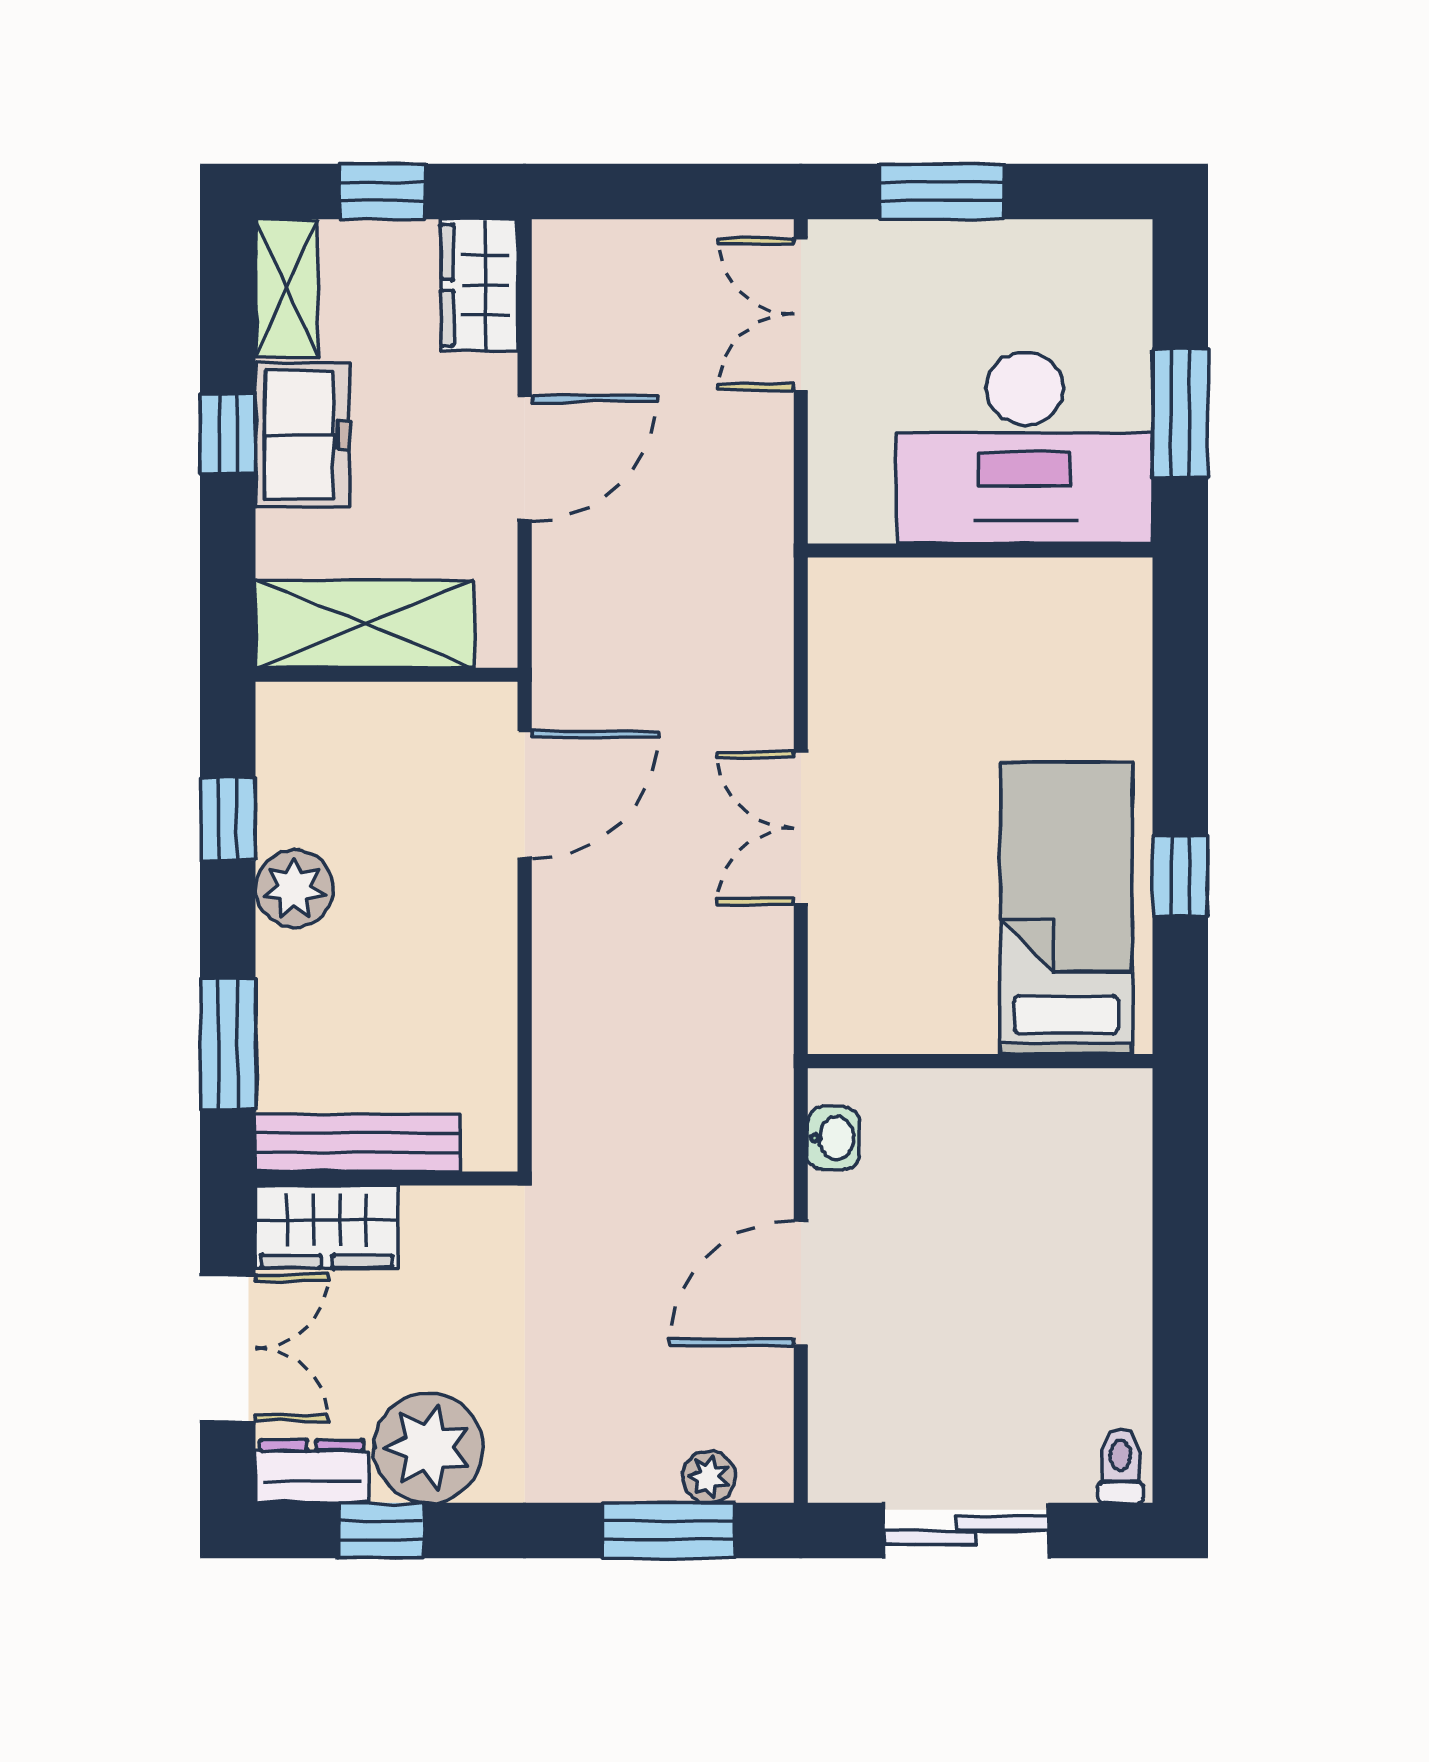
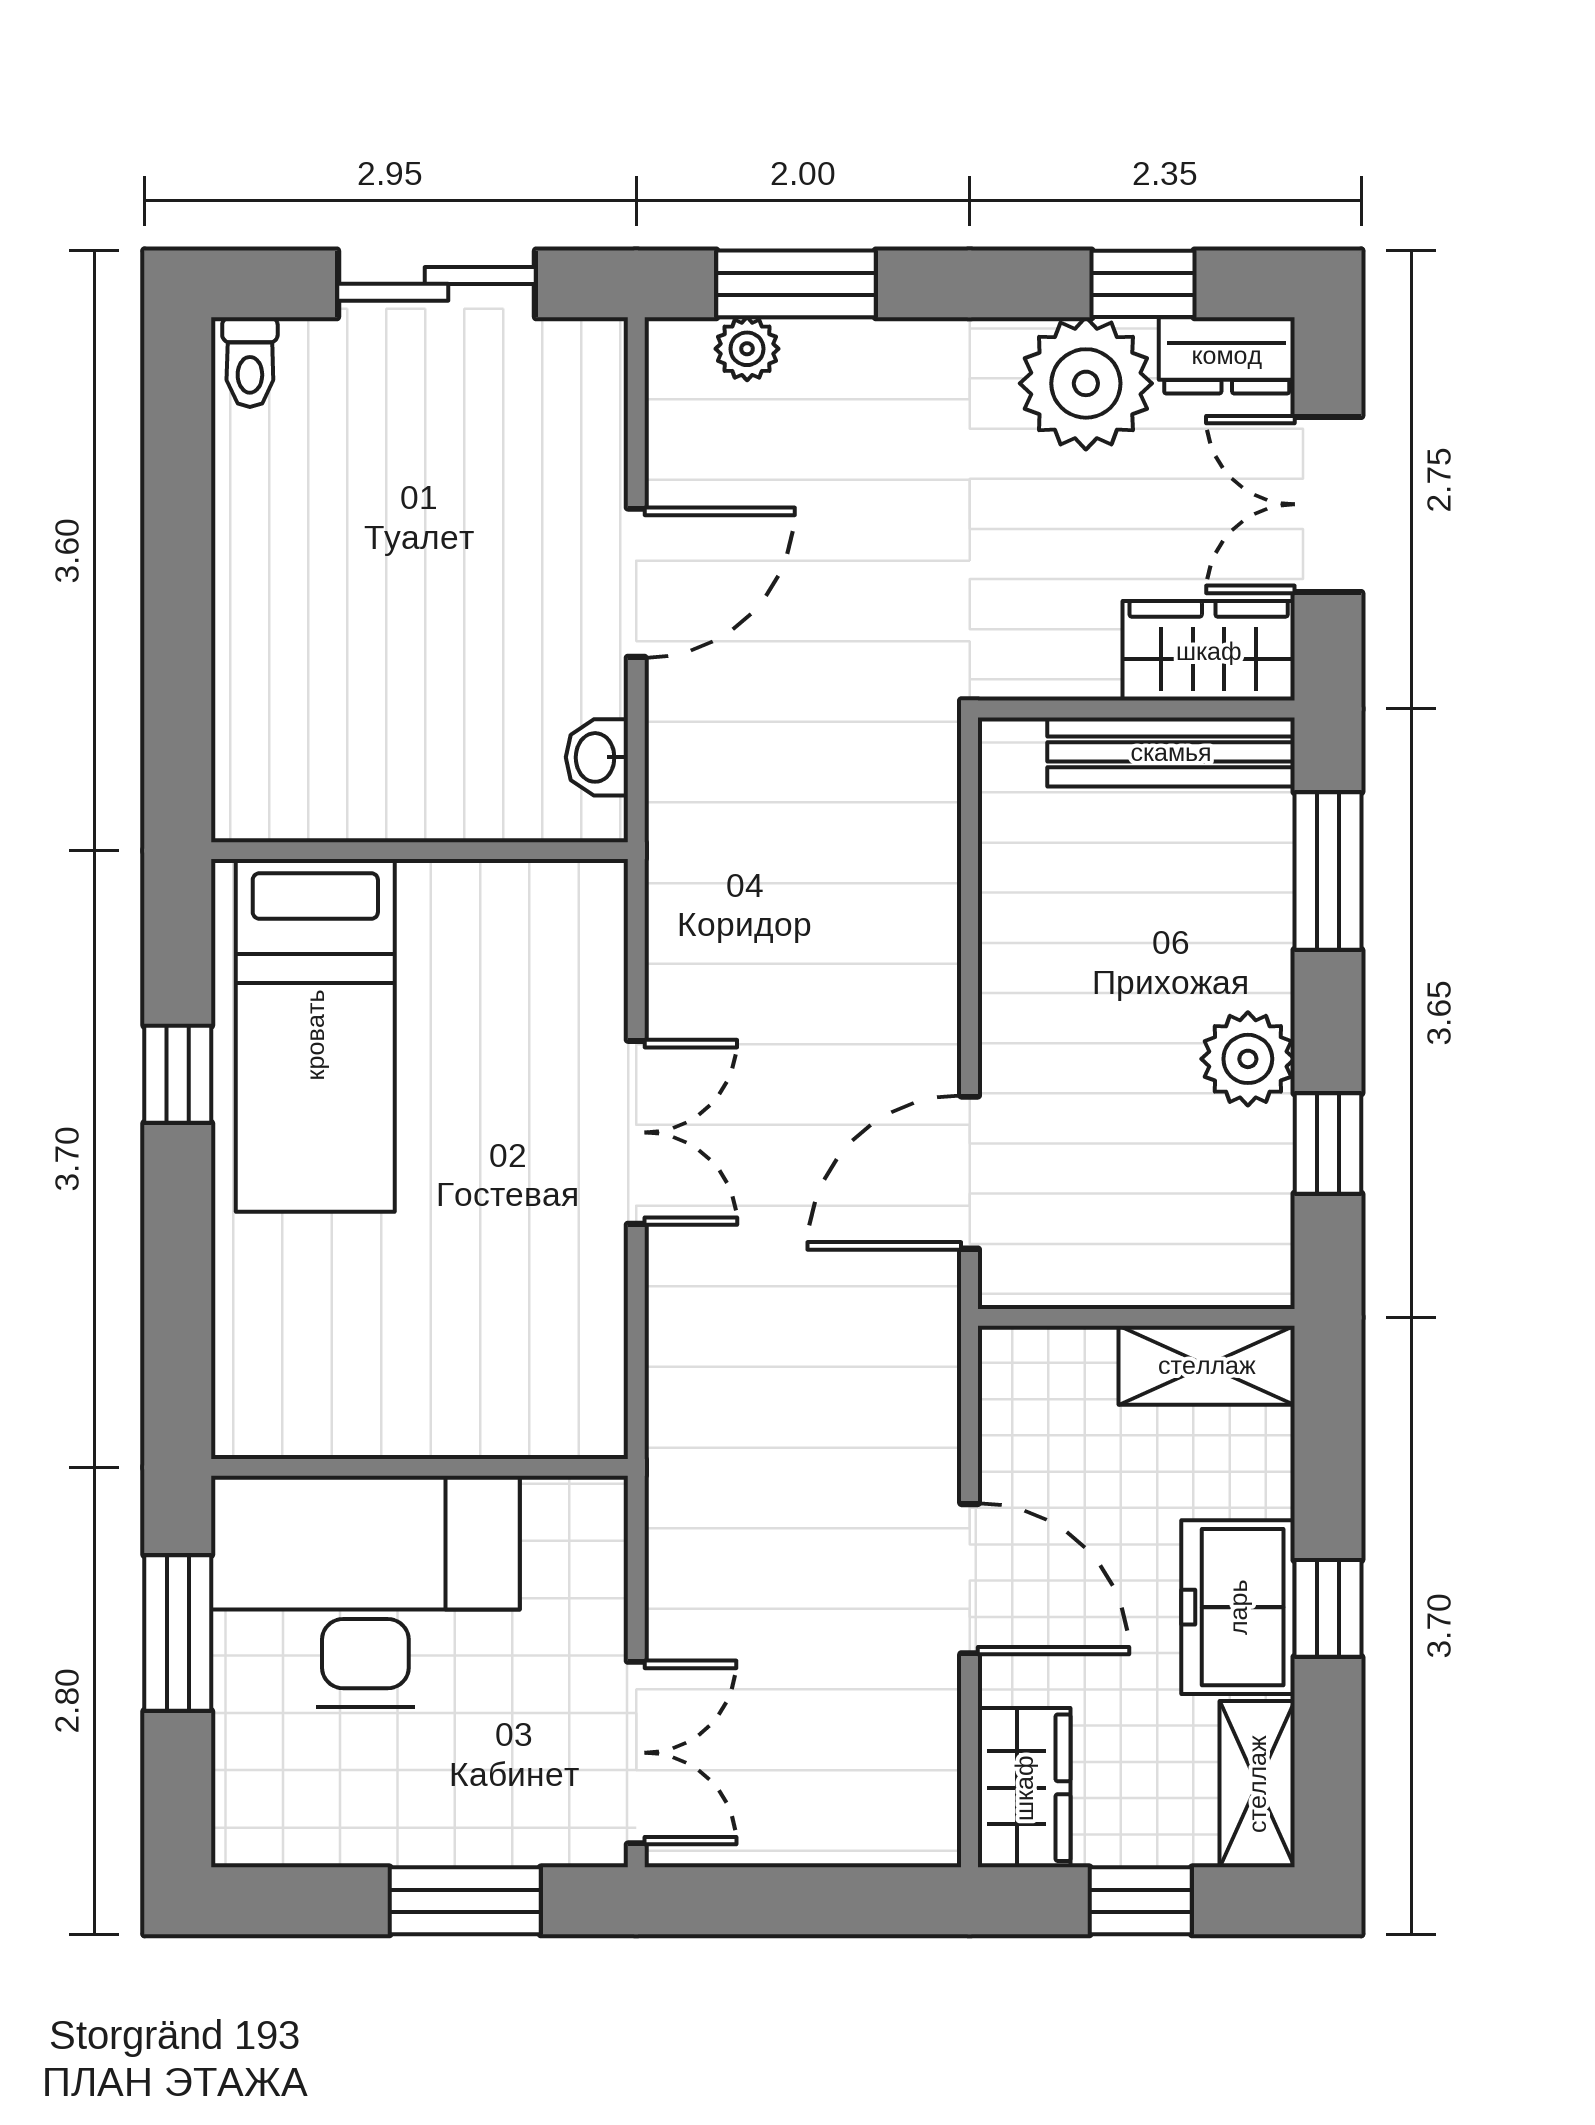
door: (525, 458) -> (970, 1579), swing flipped
shelving: (365, 624) -> (1207, 1365), width x0.67, depth x0.75

